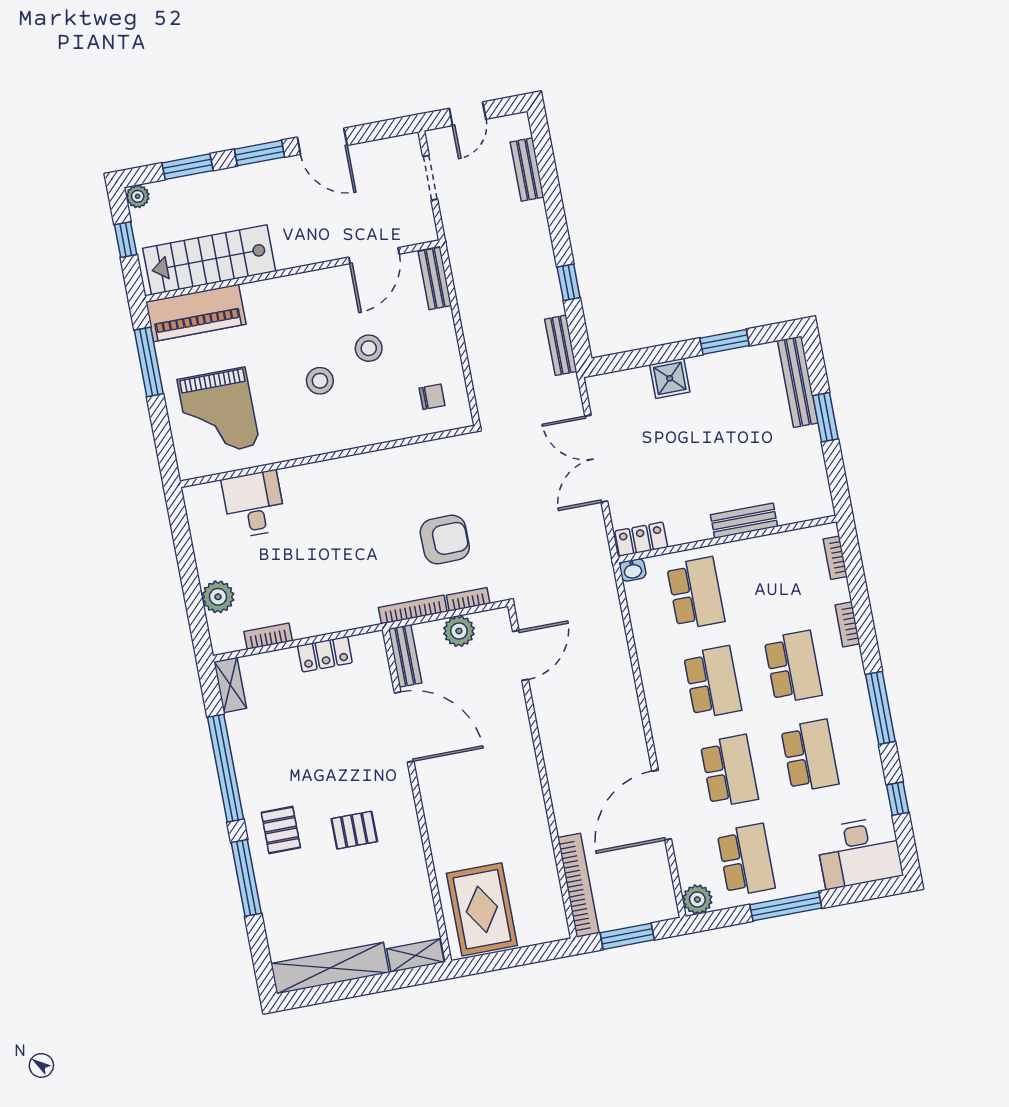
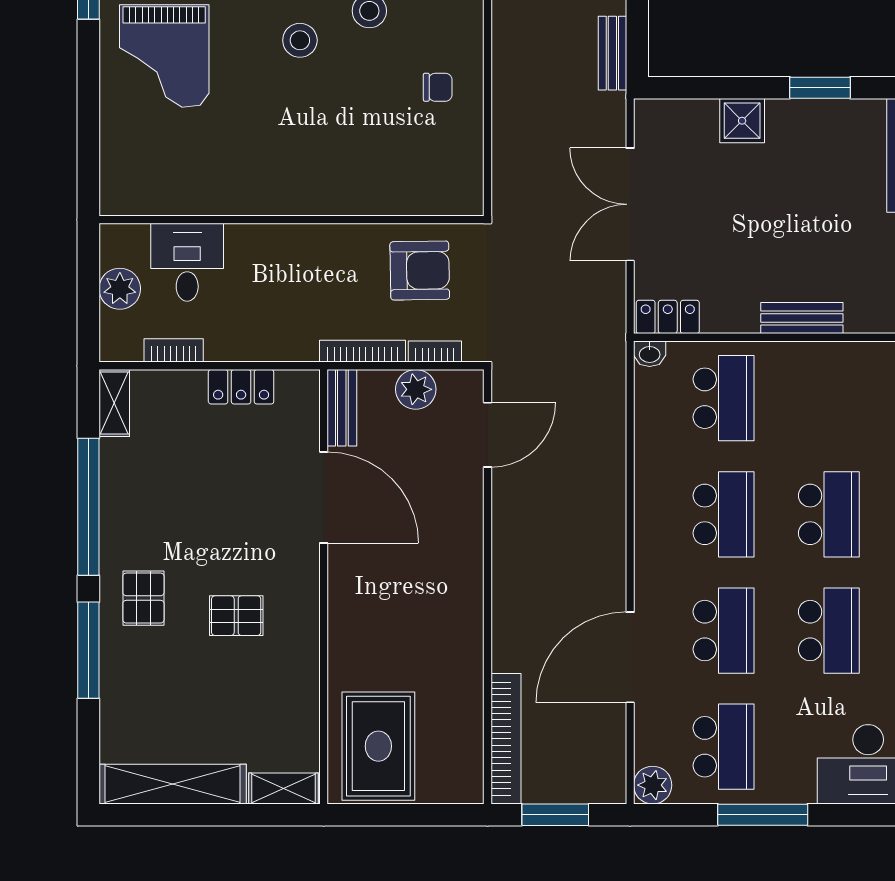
wall: (328, 456) -> (292, 220), moved
desk: (254, 504) -> (187, 262), moved

